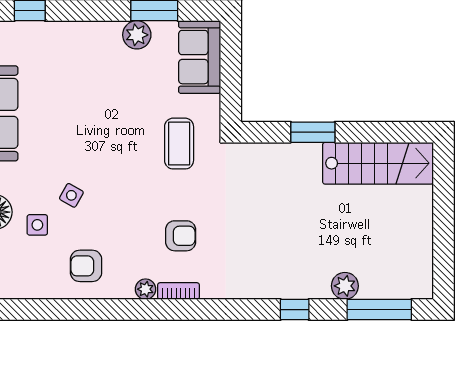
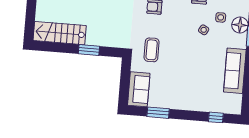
plant: (137, 35) -> (167, 102), removed

